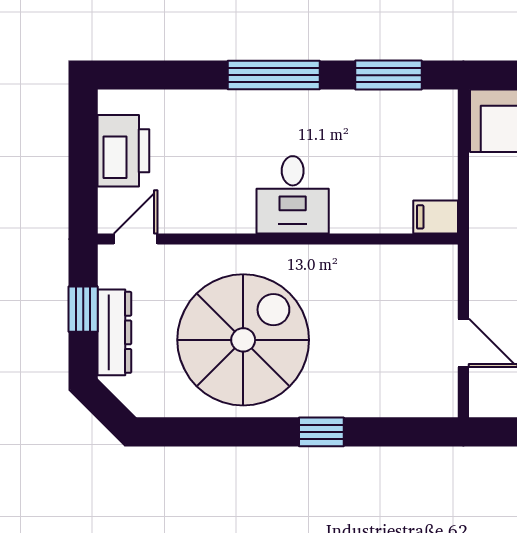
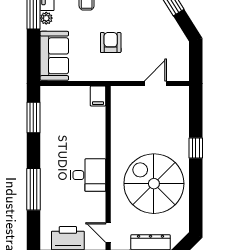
window: (274, 75) -> (33, 189), moved
desk: (293, 195) -> (88, 175), moved

